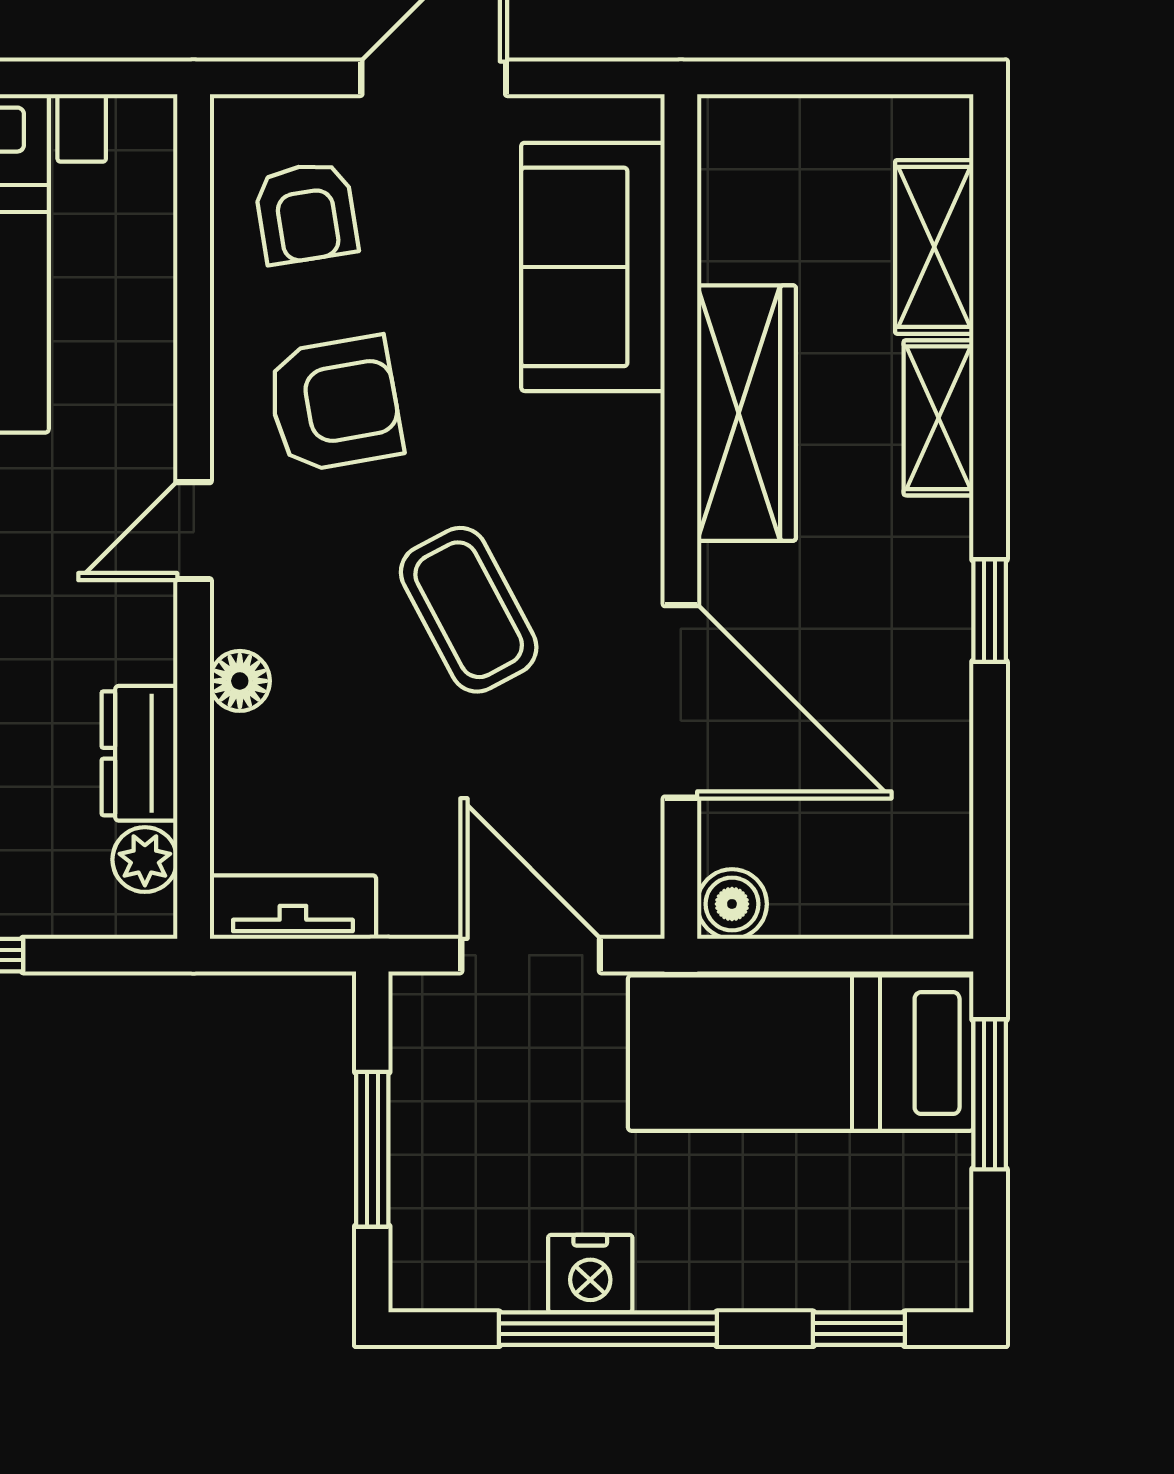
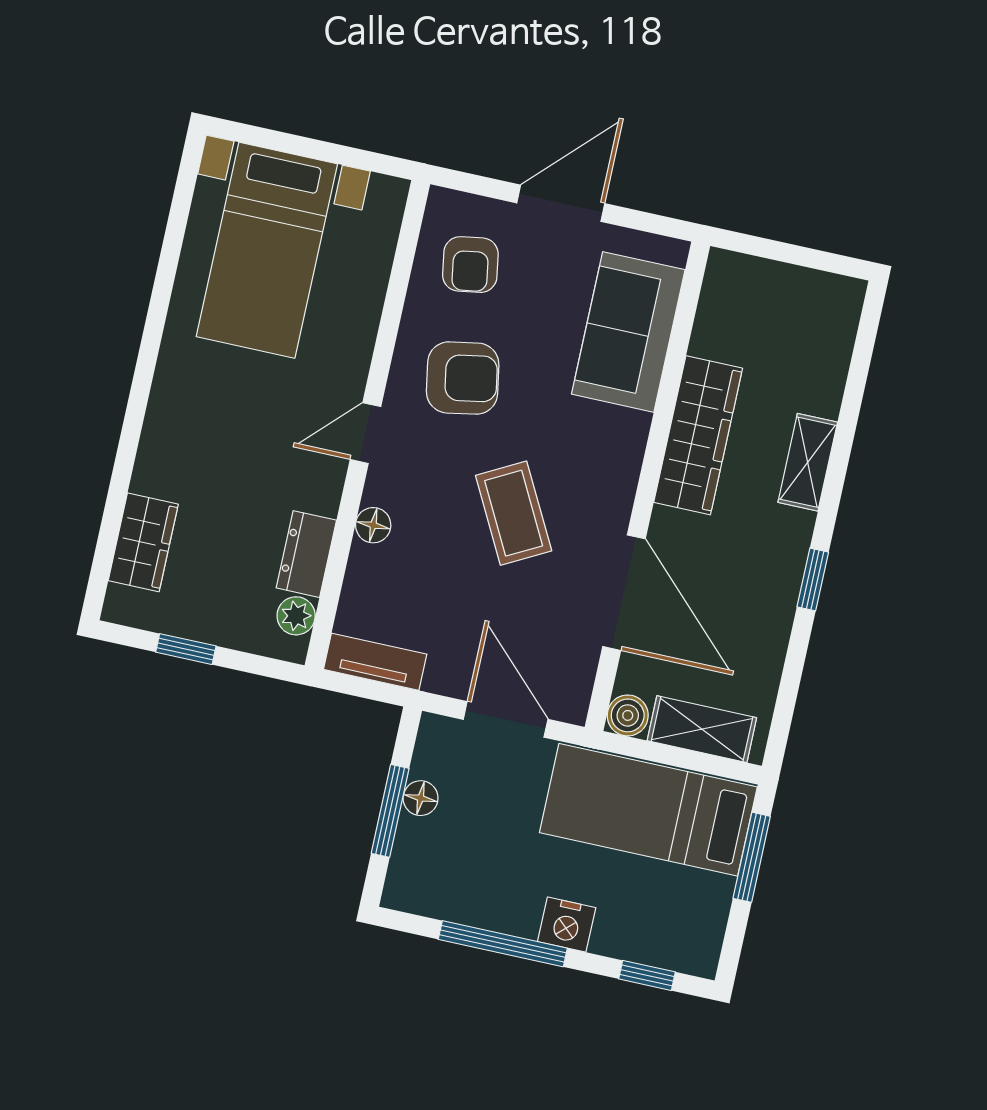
shelving: (934, 247) -> (702, 729), moved, turned 90
floor lamp: (418, 1117) -> (421, 798), added
nightstand: (590, 1274) -> (567, 925), moved

